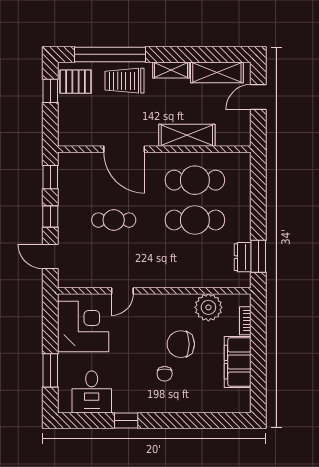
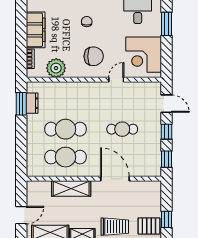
chair: (181, 344) -> (94, 56), moved

